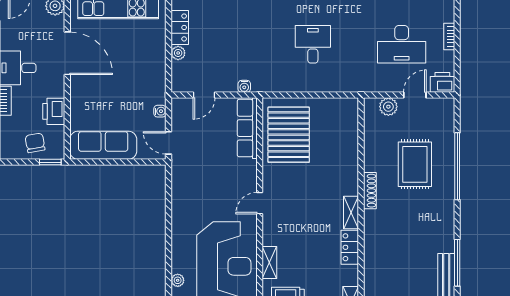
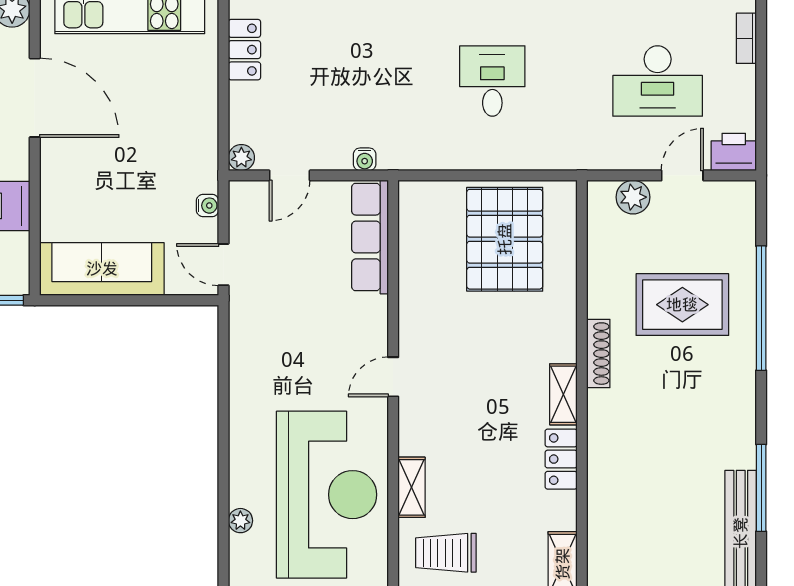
bookcase: (449, 36) -> (746, 38), moved
plant: (178, 53) -> (241, 158), moved
pallet: (289, 135) -> (505, 239), moved
rug: (415, 164) -> (682, 305), turned 90

